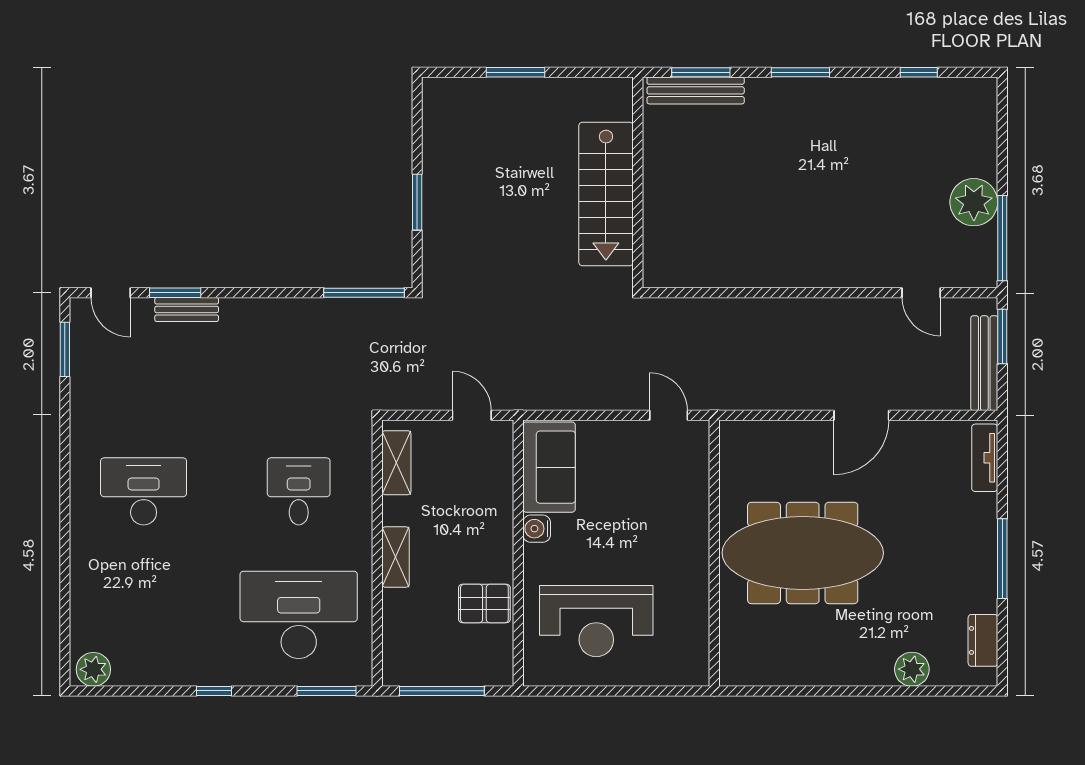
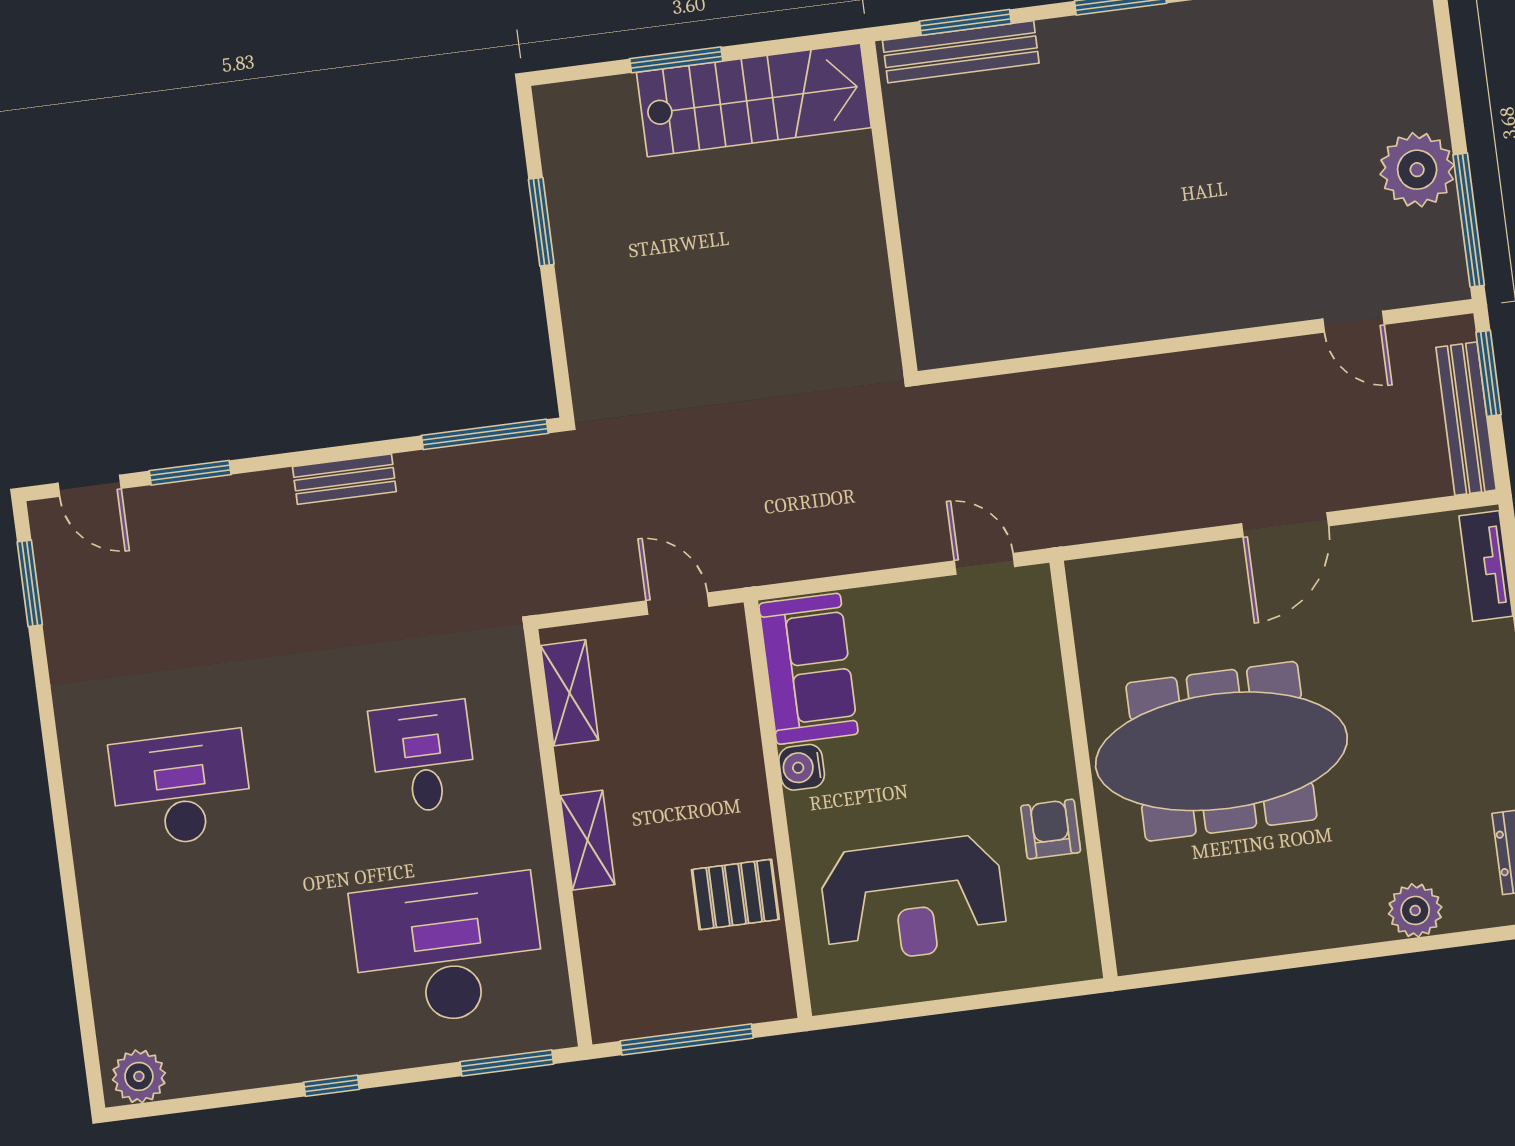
stairs: (606, 194) -> (754, 100), moved, turned -90
window: (417, 202) -> (541, 222), moved
bench: (187, 309) -> (344, 479), moved
armchair: (689, 588) -> (1051, 829), added

